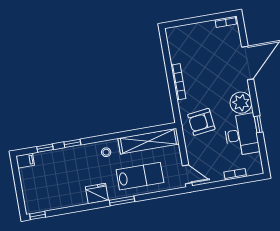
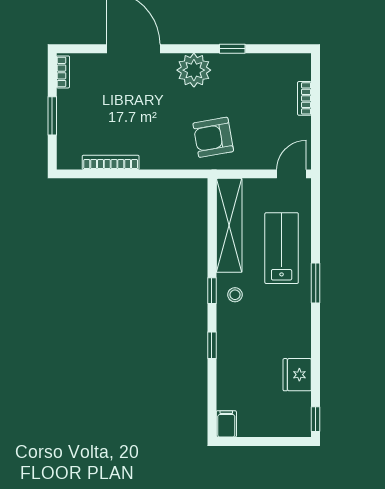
window: (197, 20) -> (52, 116), added
bookcase: (178, 82) -> (111, 162), moved
armchair: (201, 122) -> (213, 137), turned 87
desk: (241, 135) -> (244, 78), removed
window: (45, 148) -> (212, 291), moved
fridge: (97, 194) -> (297, 375), moved

